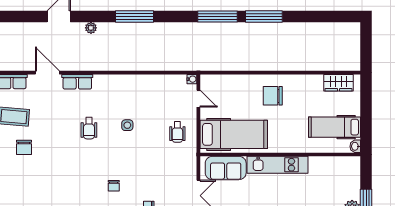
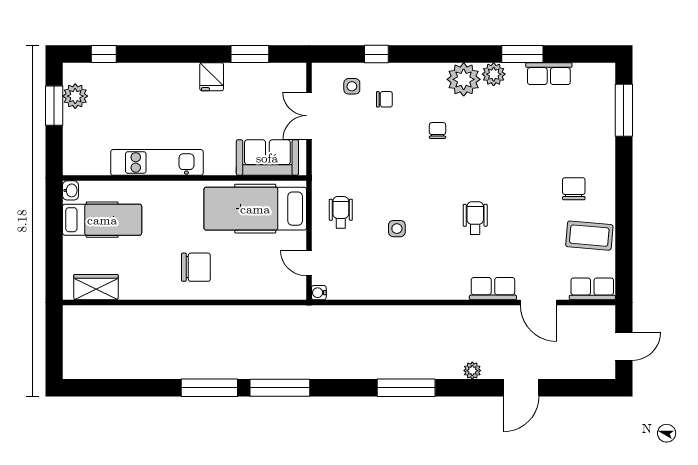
side table: (127, 125) -> (397, 229), moved
kitchen unit: (278, 165) -> (157, 162), moved

